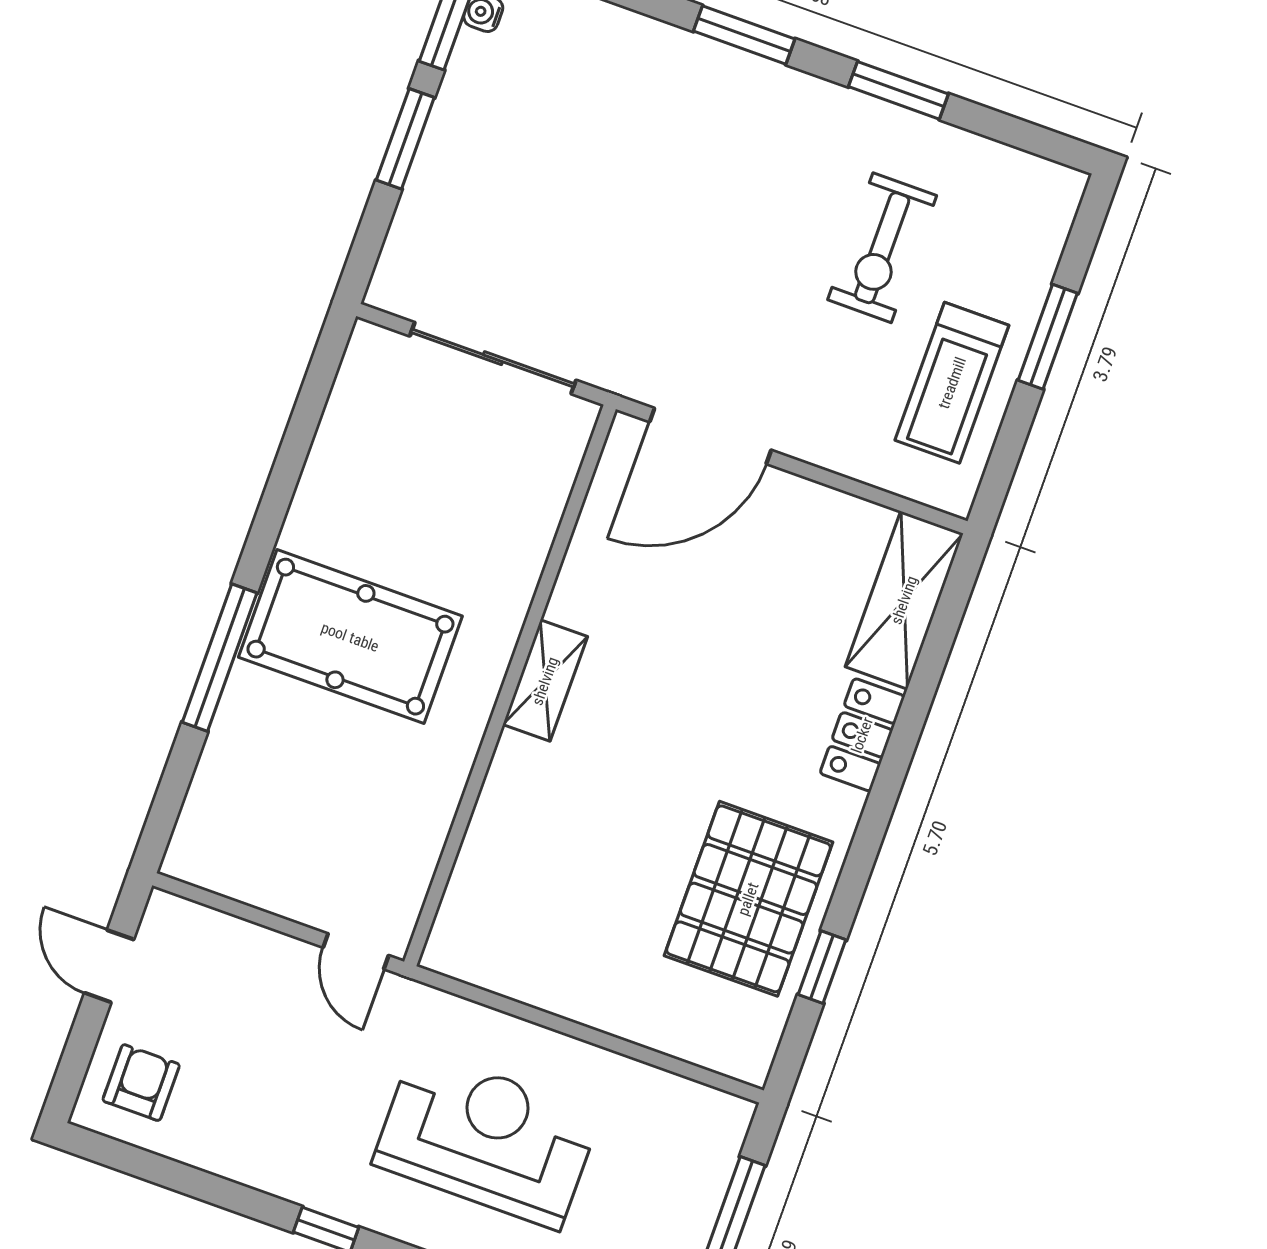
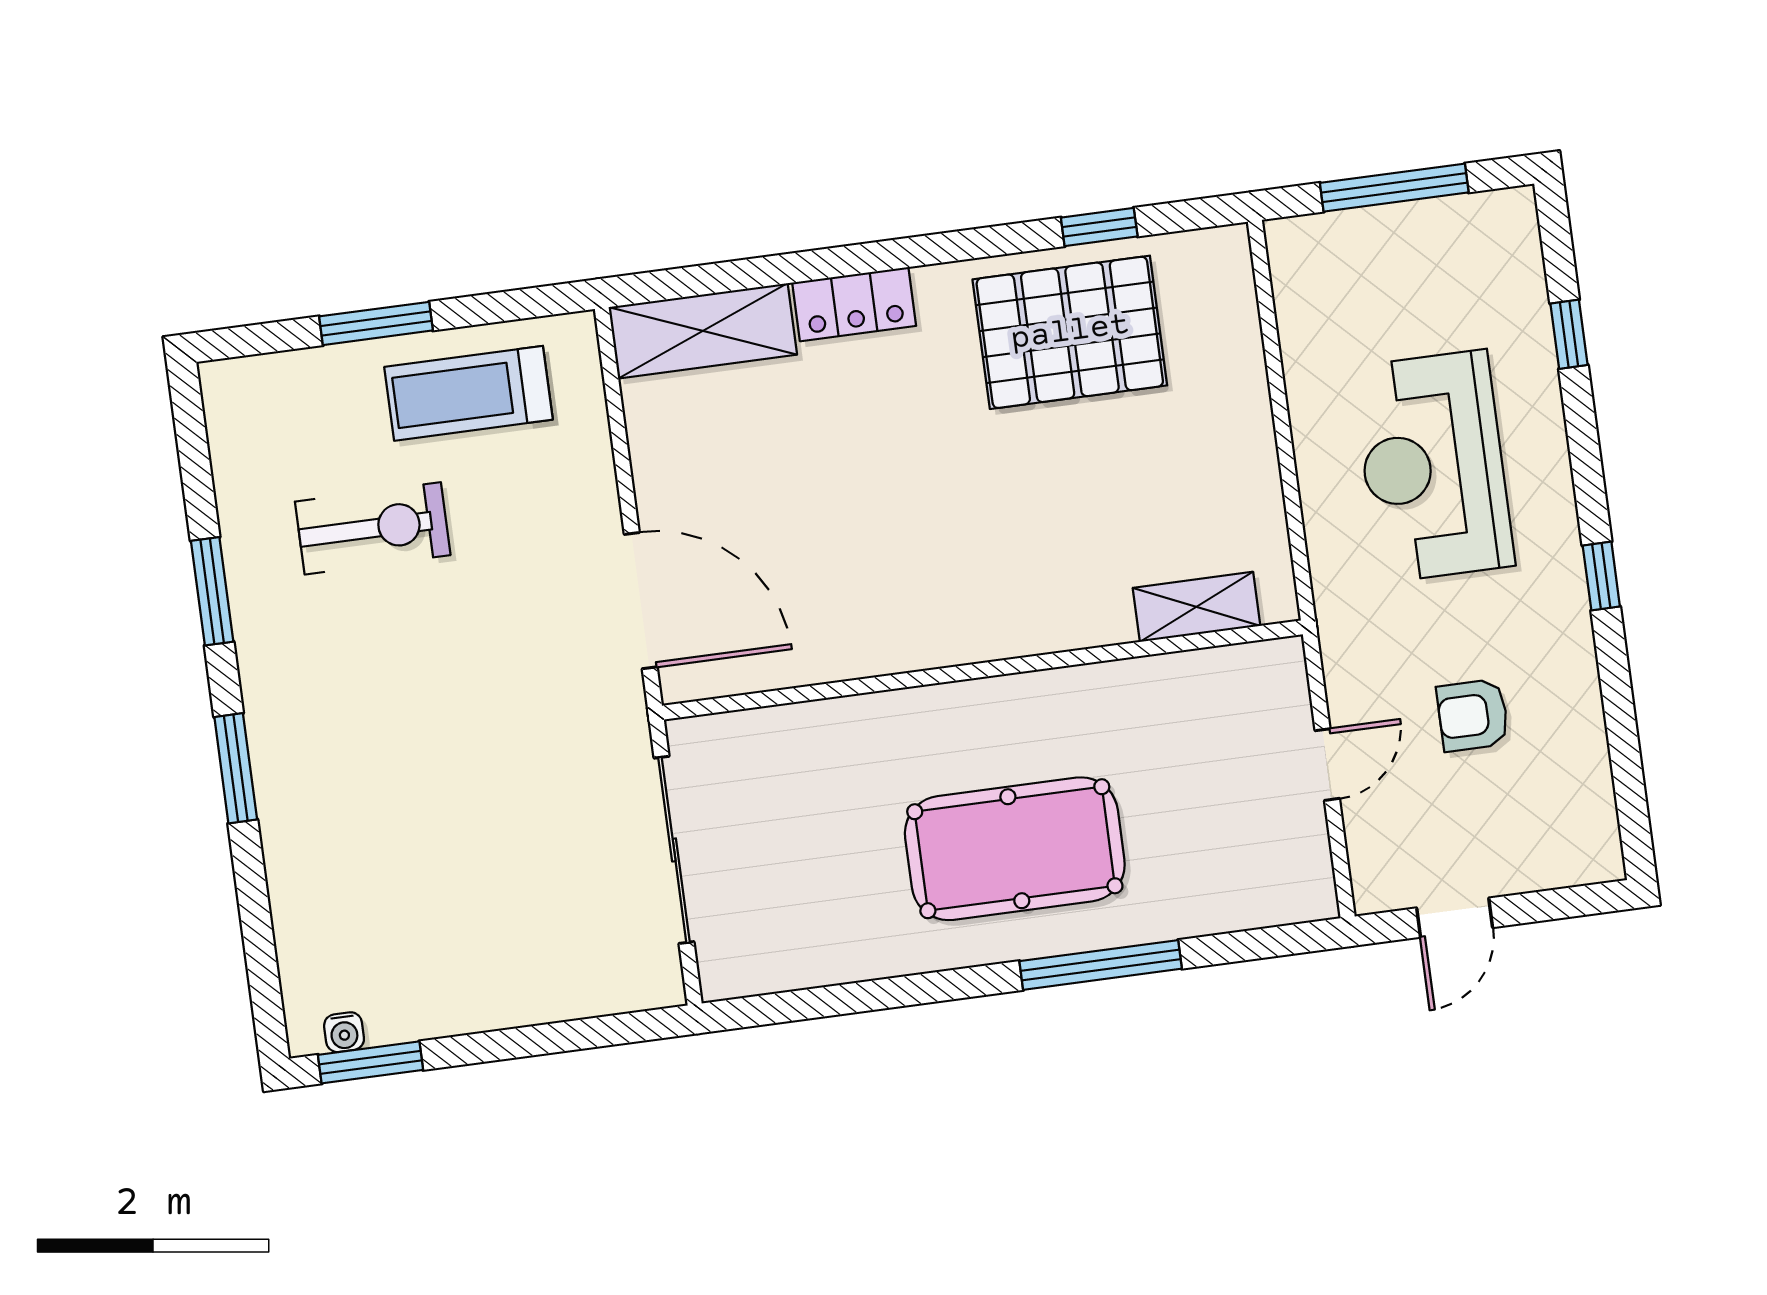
window: (405, 139) -> (505, 1044), removed
treadmill: (952, 383) -> (468, 393), turned 180
pool table: (350, 637) -> (1015, 849), turned 90
shelving: (545, 681) -> (1196, 607), moved
door: (356, 951) -> (1327, 765), moved
armchair: (141, 1083) -> (1473, 715), moved

